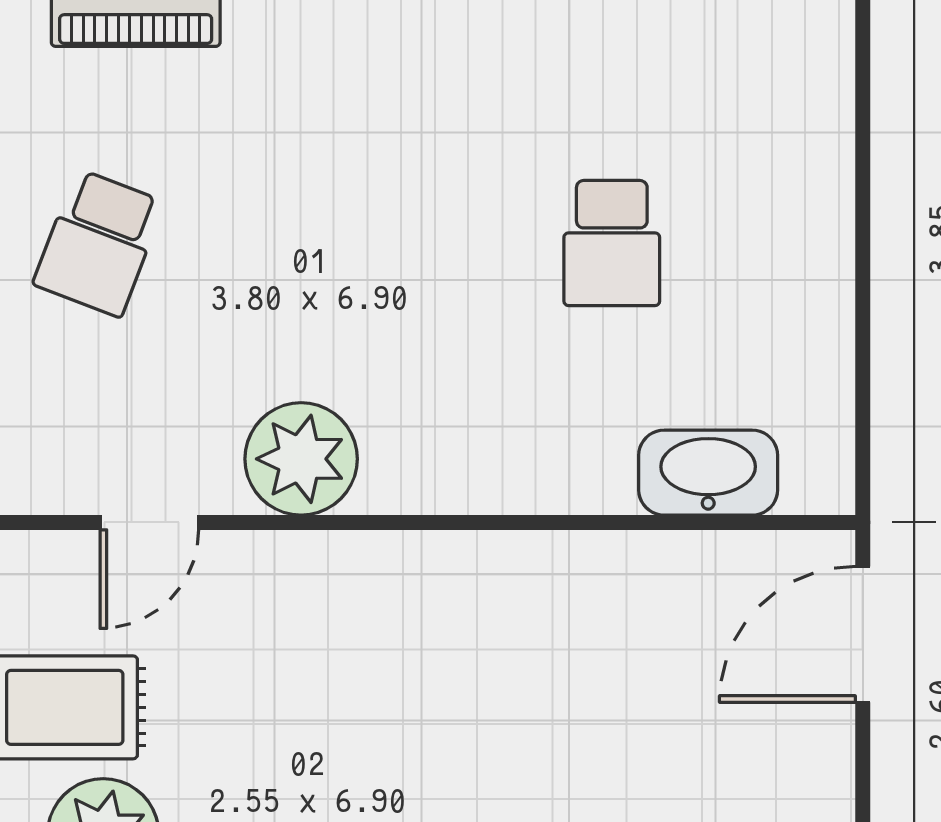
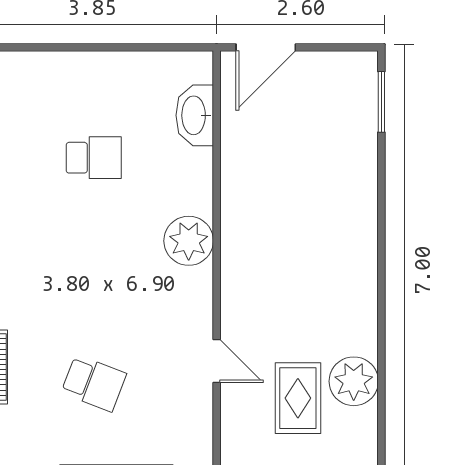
plant: (301, 459) -> (189, 241), moved
door: (863, 634) -> (266, 47), hinge flipped

